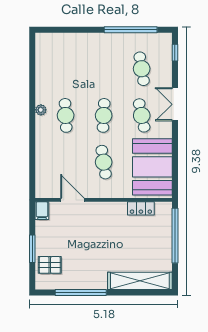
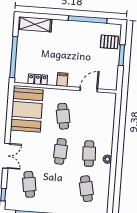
cafe table: (142, 115) -> (86, 189), moved
door: (72, 200) -> (89, 90), swing flipped
filing cabinet: (42, 211) -> (62, 80), moved
shelving: (140, 281) -> (35, 24), width x0.68

